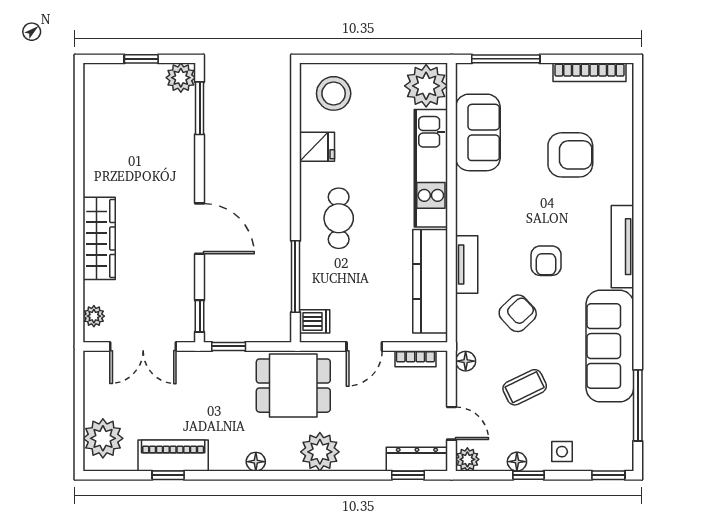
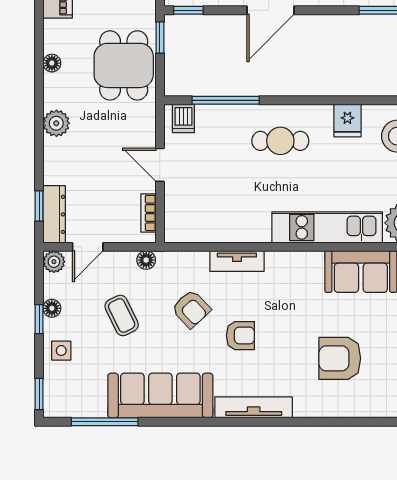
armchair: (570, 155) -> (340, 358), turned 90
armchair: (546, 261) -> (240, 336), turned 180
kitchen counter: (430, 281) -> (221, 227), removed
dining table: (293, 386) -> (124, 65), moved
plant: (320, 452) -> (56, 123), width x0.73, depth x0.73

